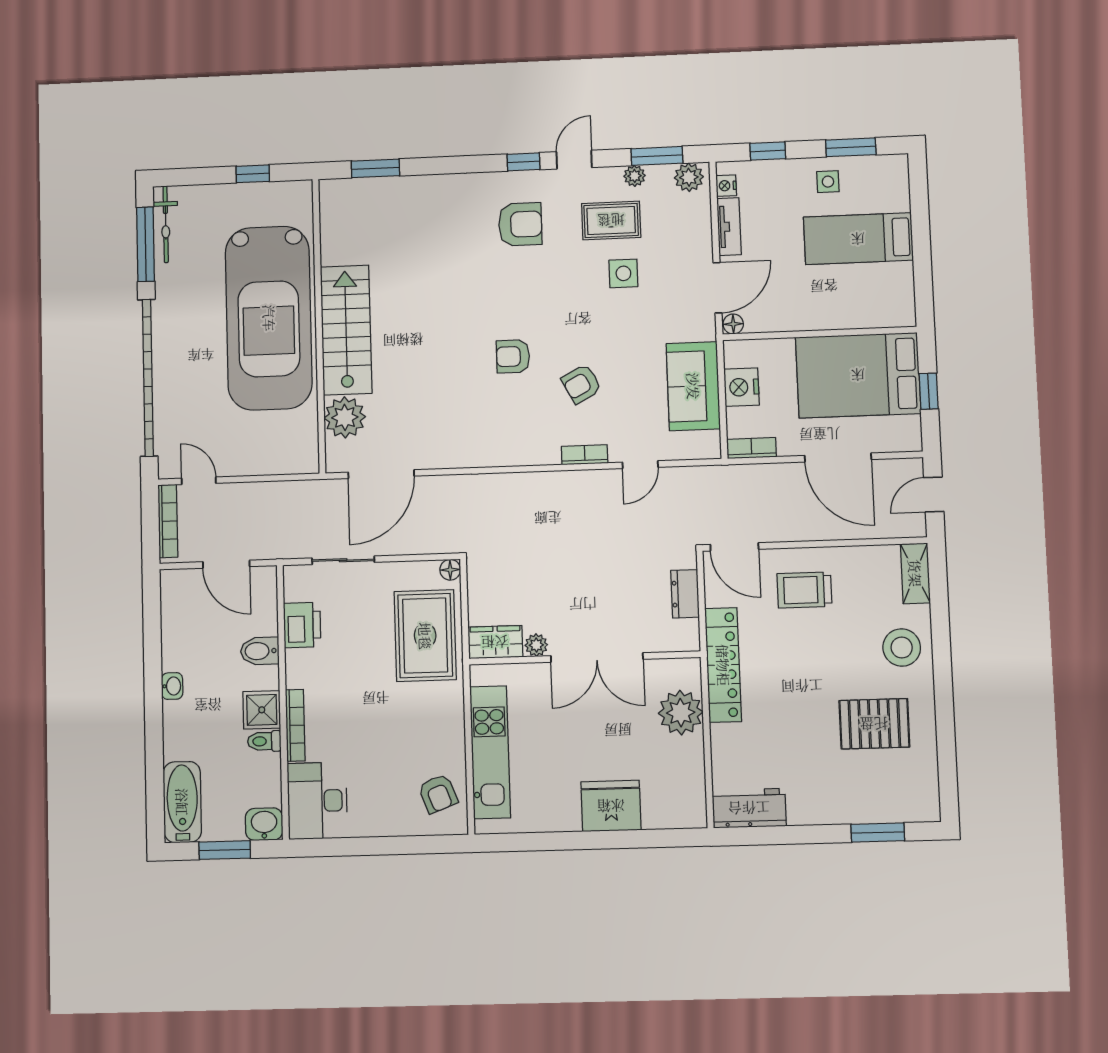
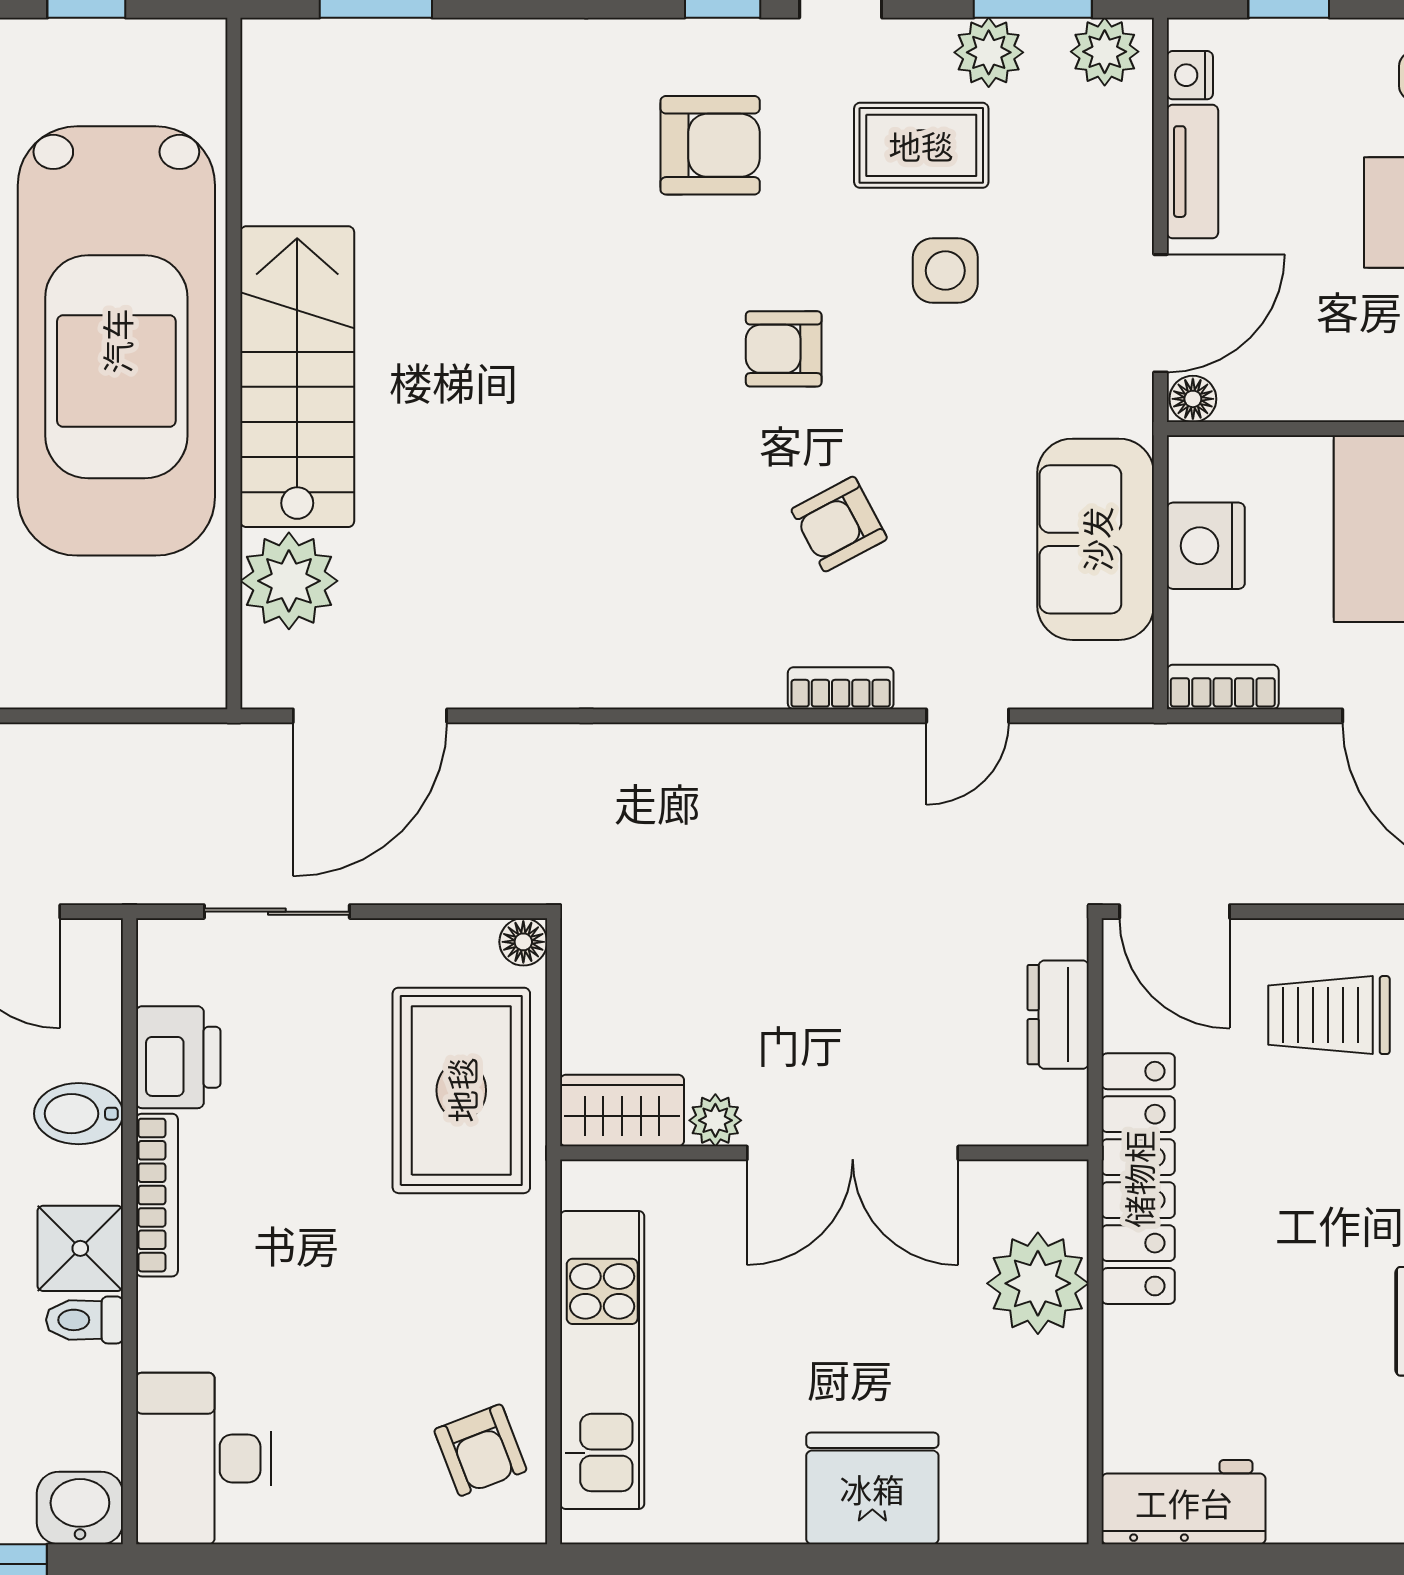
plant: (635, 176) -> (989, 52), width x1.38, depth x1.38
armchair: (513, 356) -> (784, 349), moved
bookcase: (295, 725) -> (157, 1195), moved

